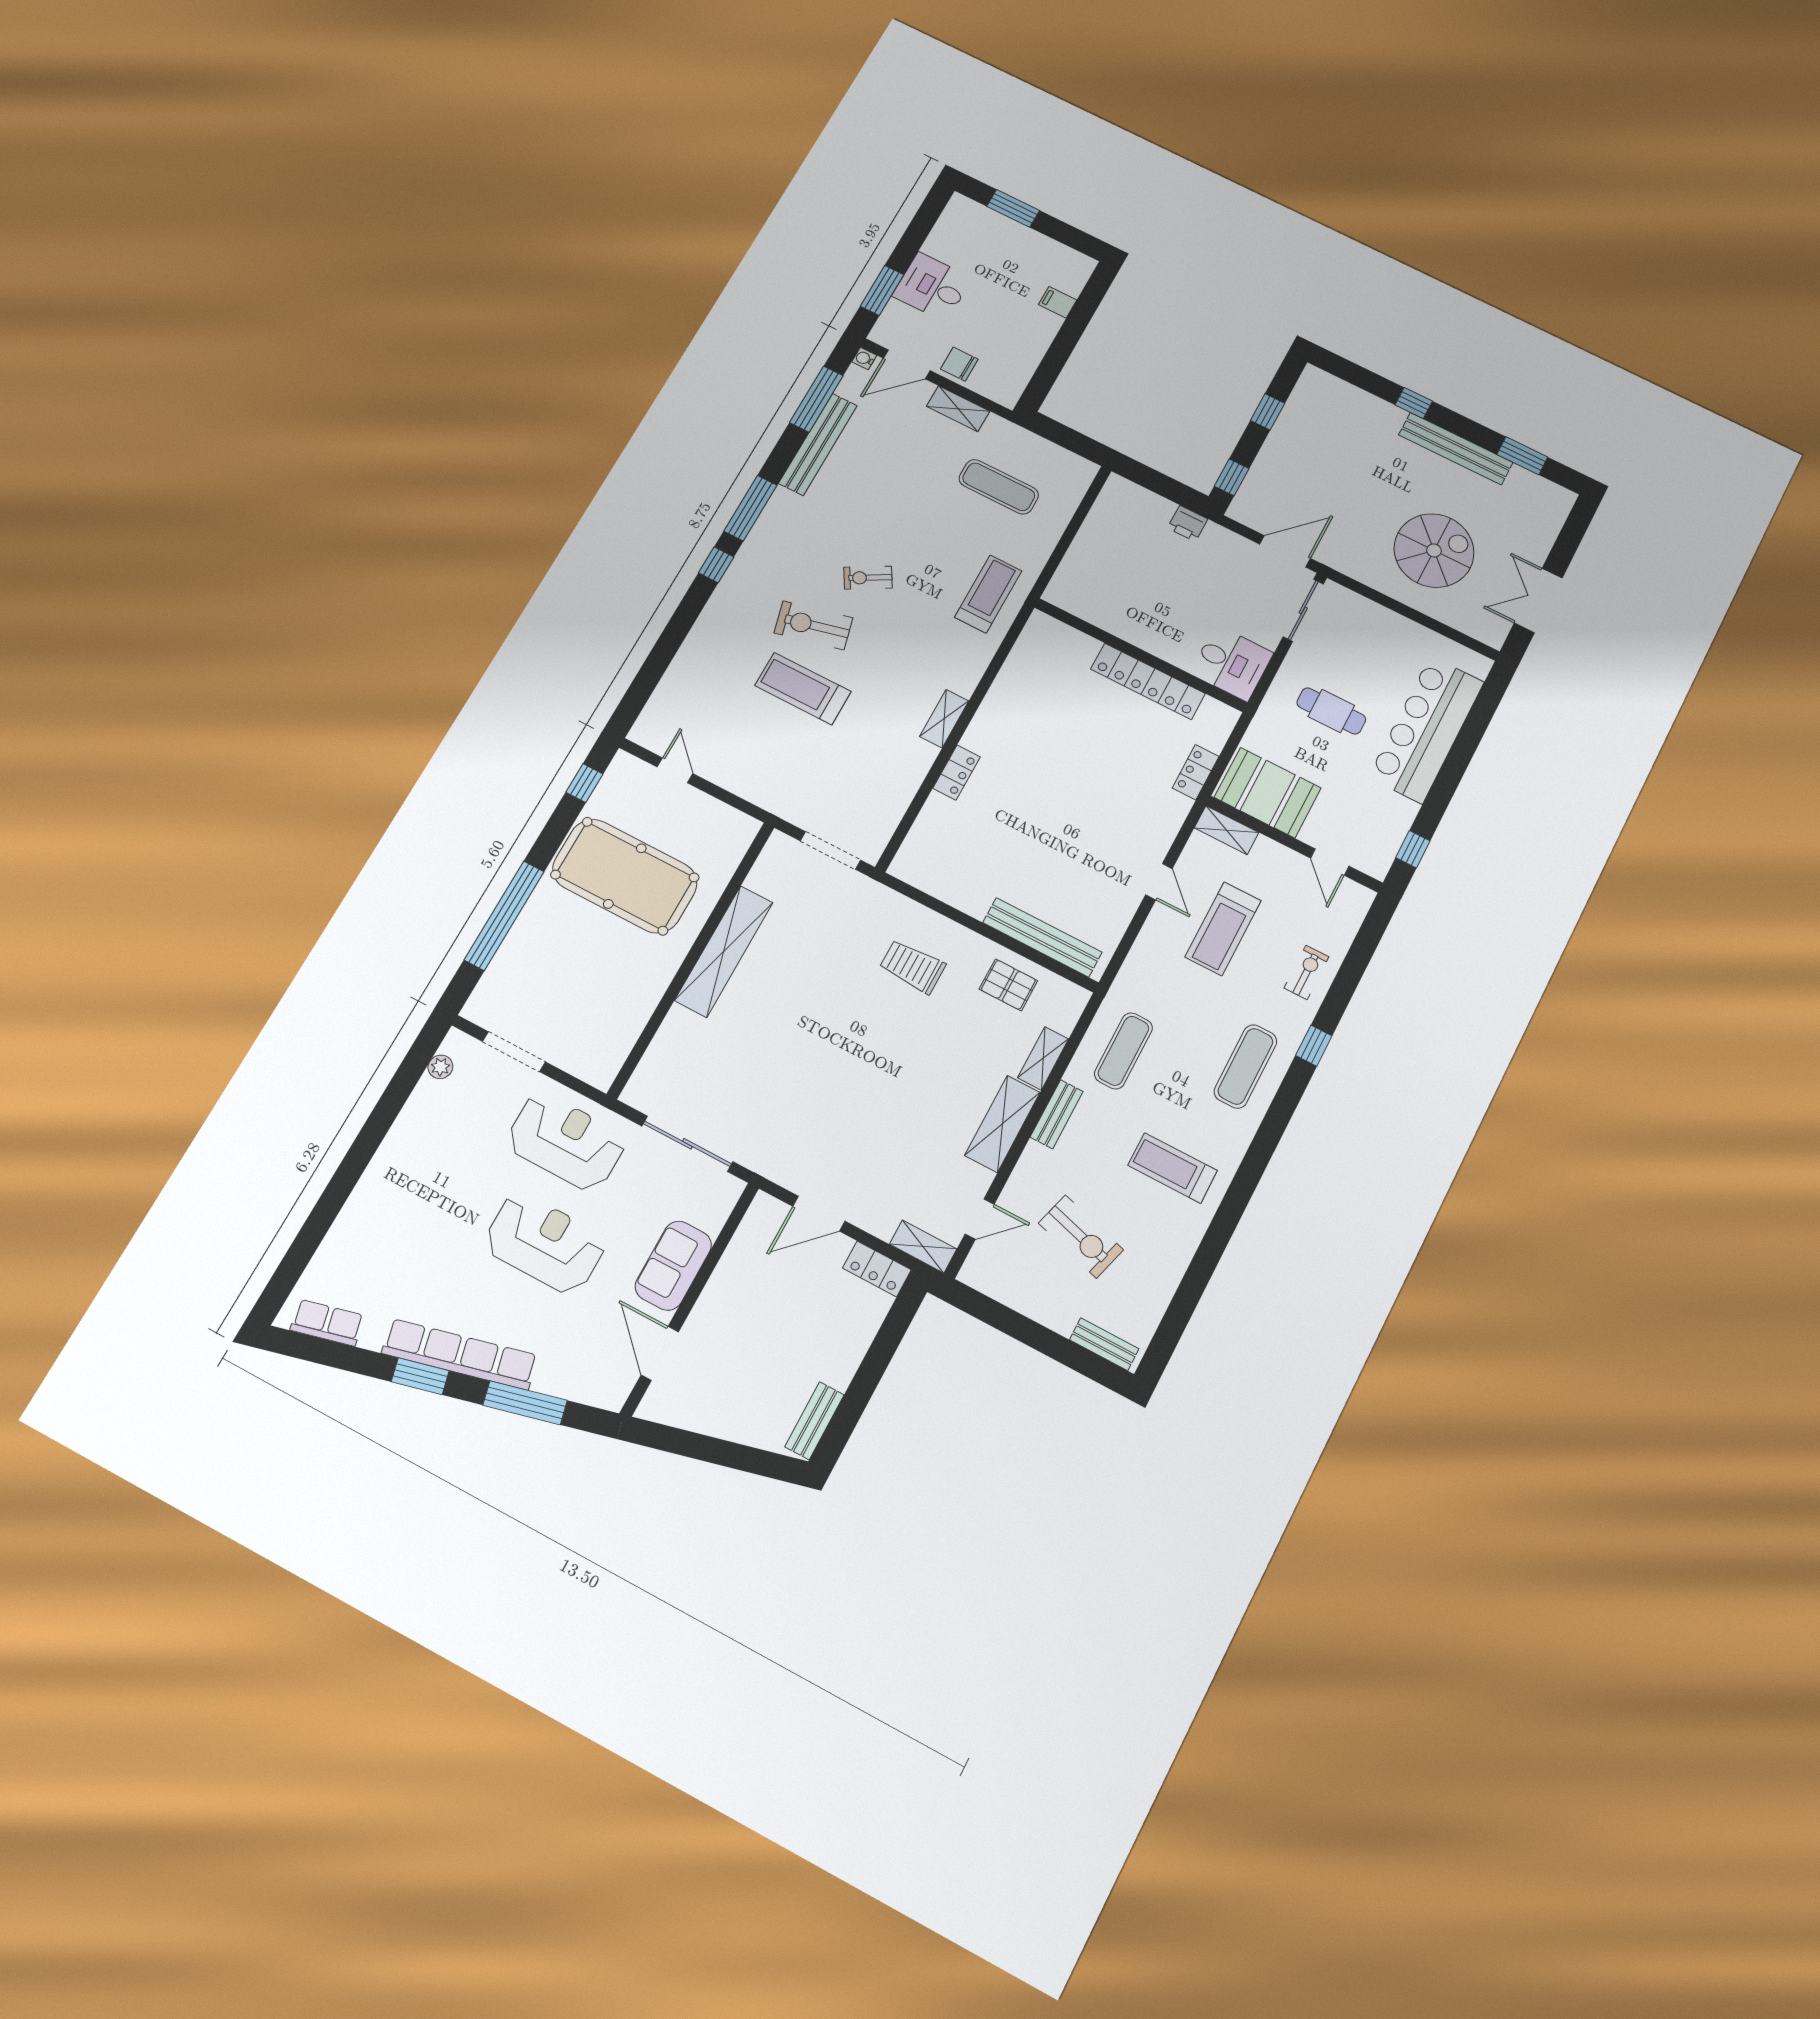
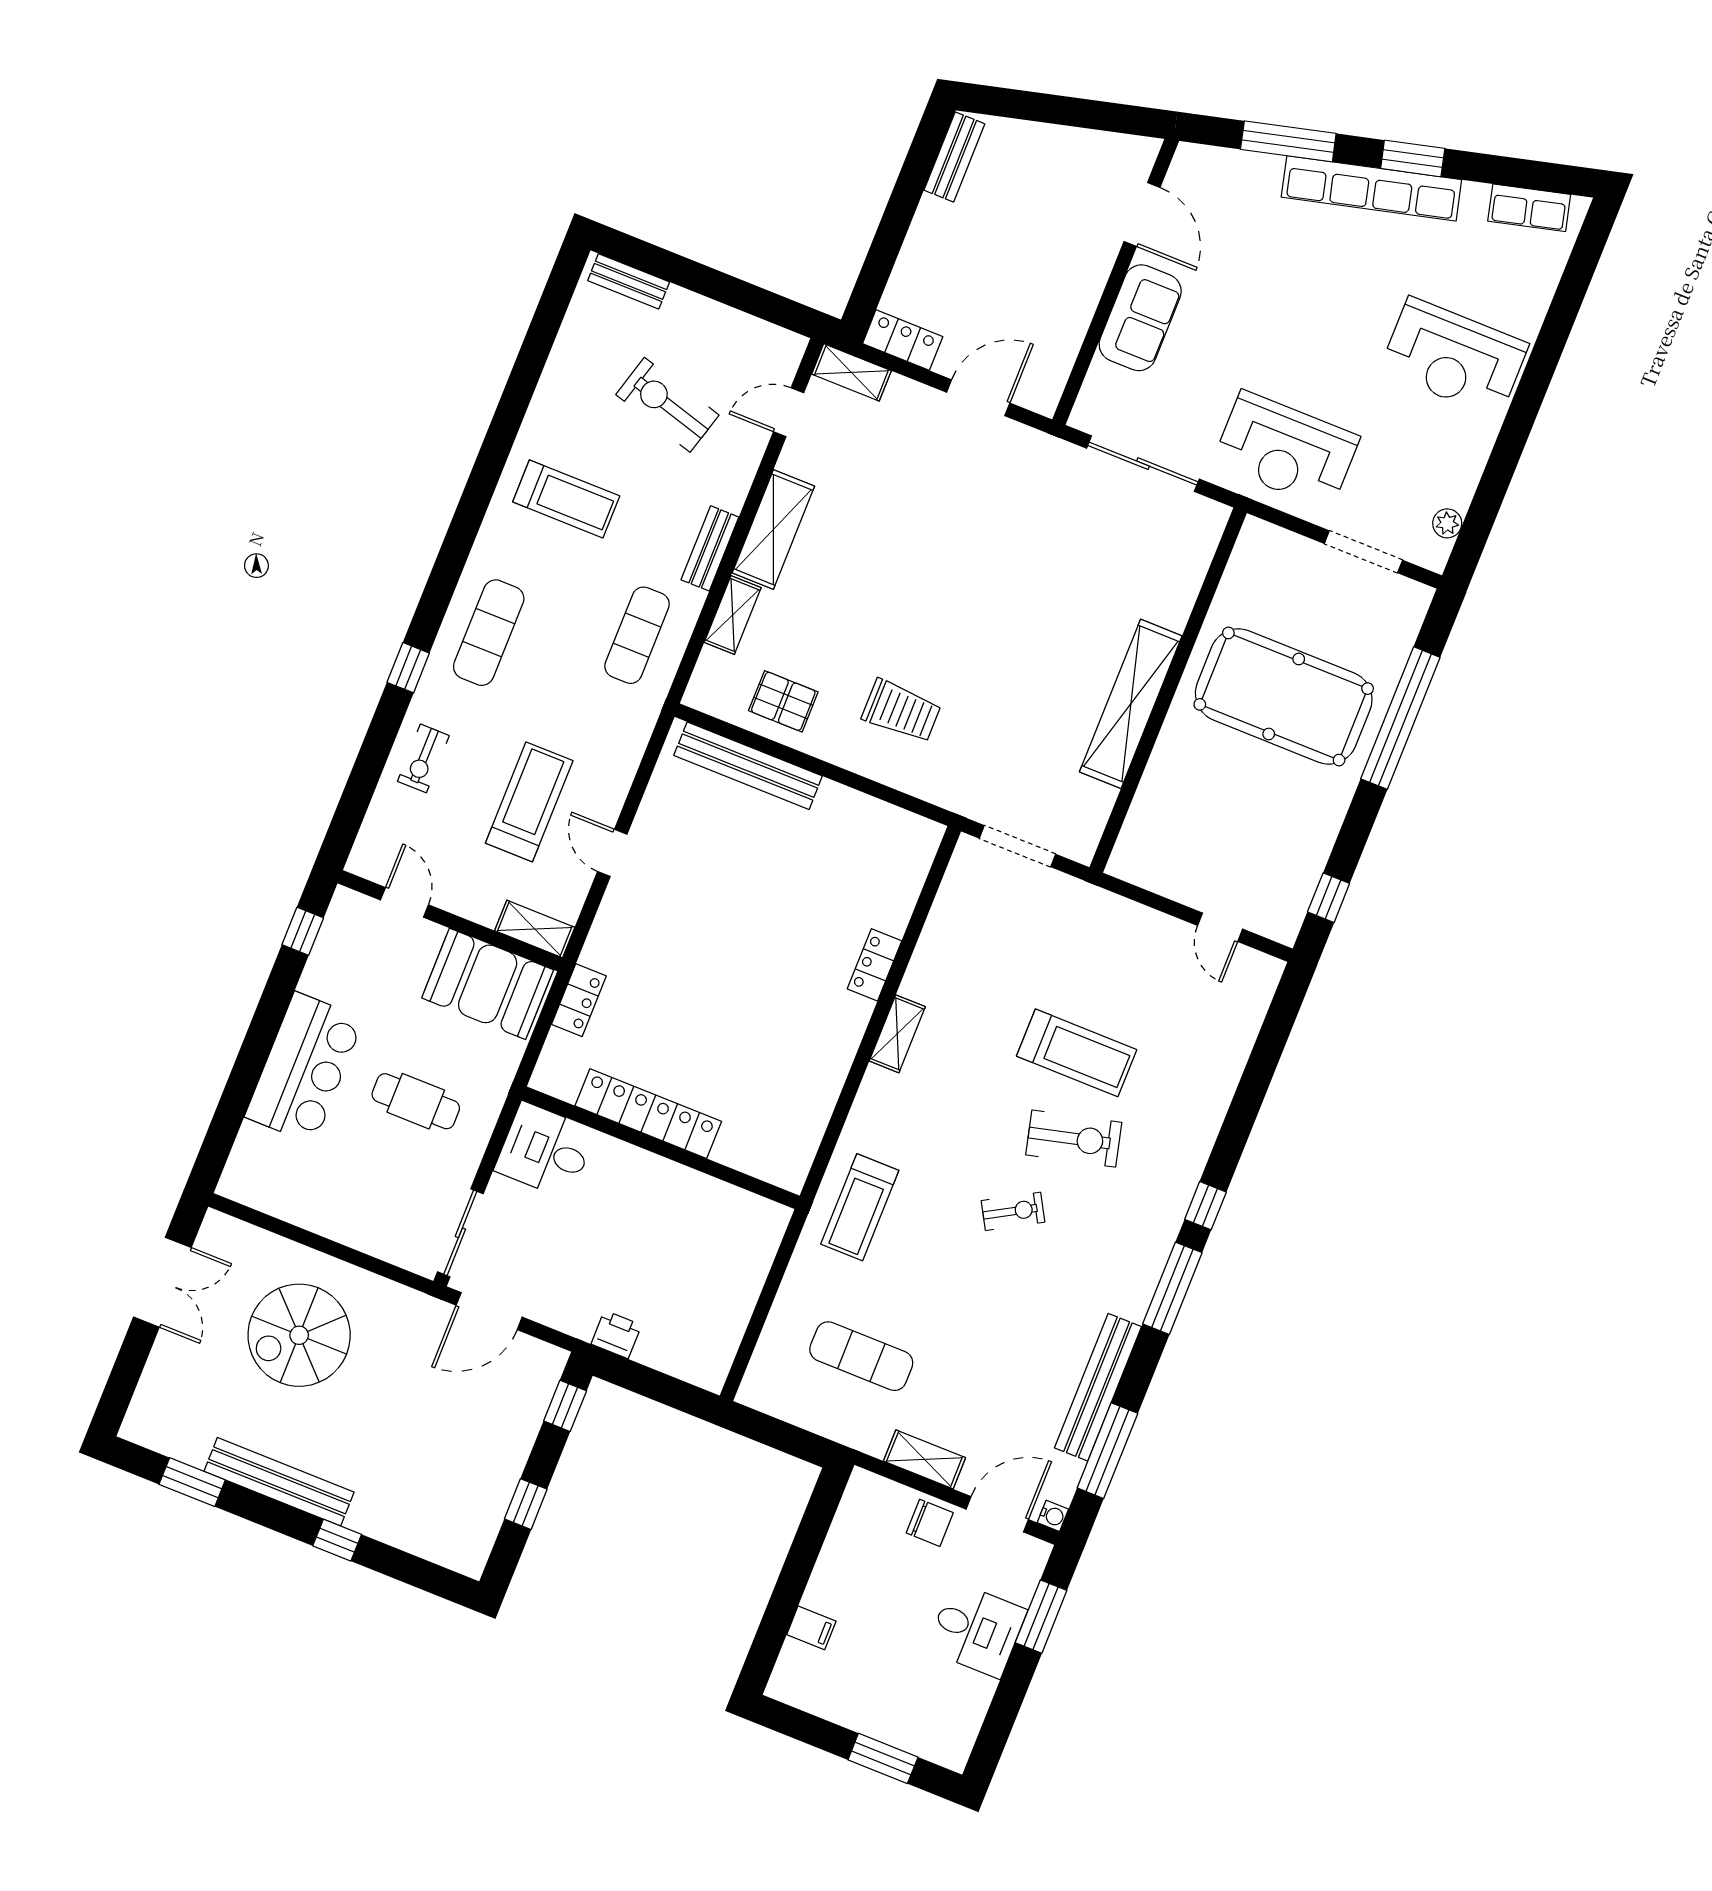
bar counter: (1426, 729) -> (304, 1068), width x0.73
pool table: (625, 876) -> (1284, 696), moved
reception desk: (545, 1243) -> (1454, 357), moved

